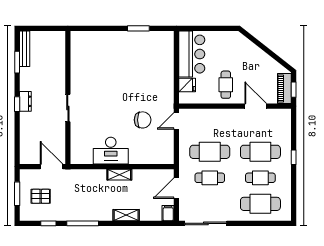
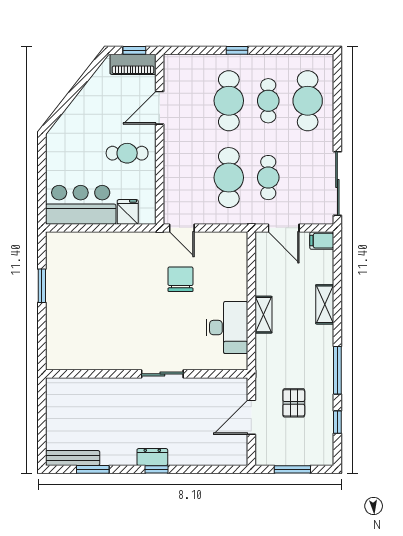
wall: (68, 98) -> (147, 374), moved
sliding door: (68, 108) -> (162, 374), moved
pallet: (41, 196) -> (294, 403), moved

